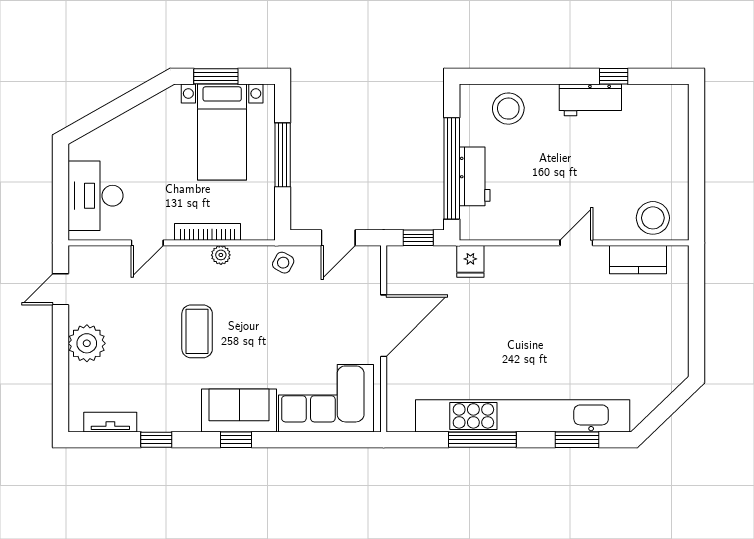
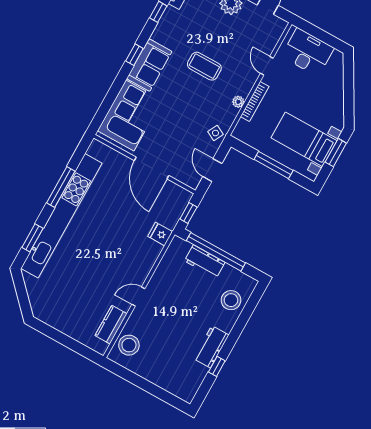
door: (576, 243) -> (138, 297), swing flipped

